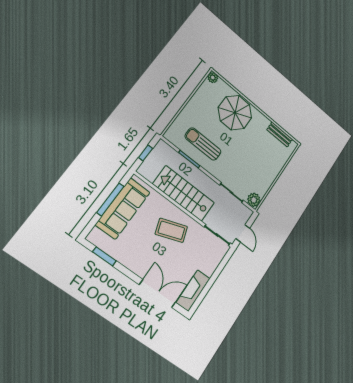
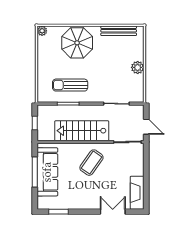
bench: (280, 134) -> (119, 31), width x1.36
plant: (254, 200) -> (138, 67), moved
coffee table: (171, 230) -> (91, 163), turned -36
double door: (157, 294) -> (113, 212), width x0.73

